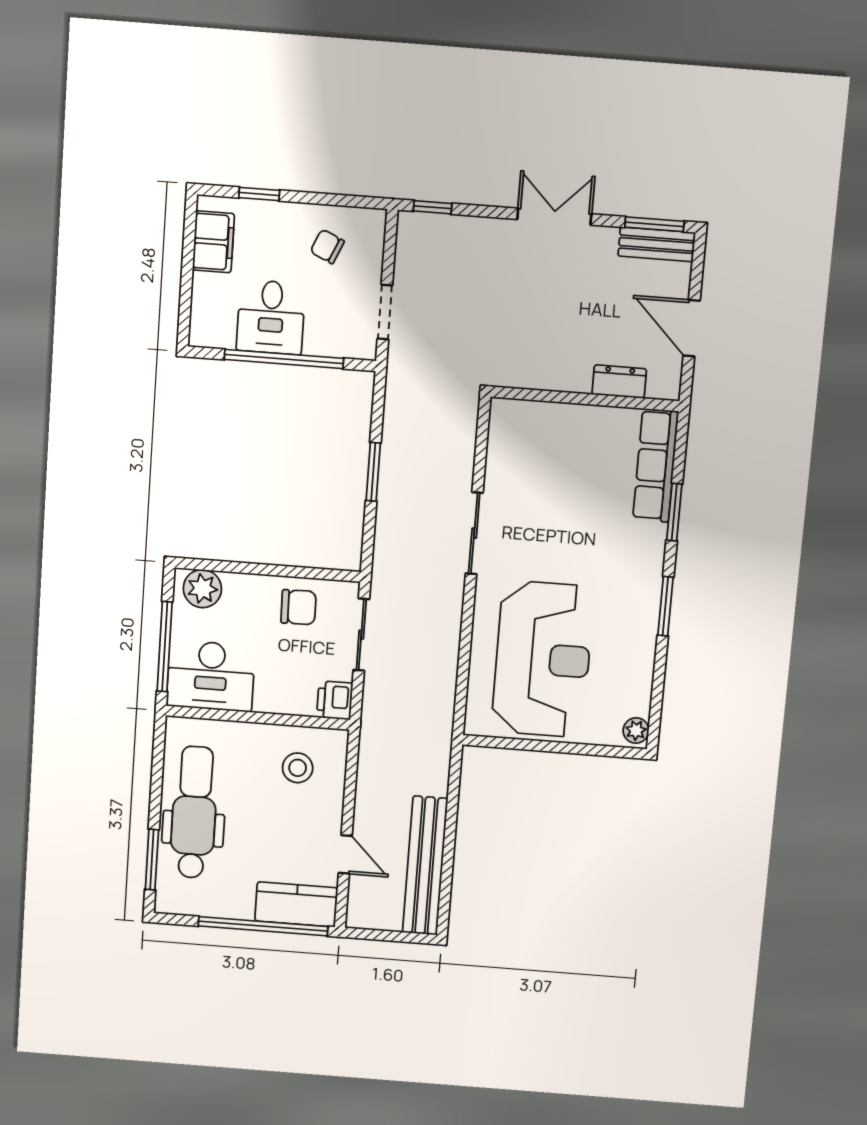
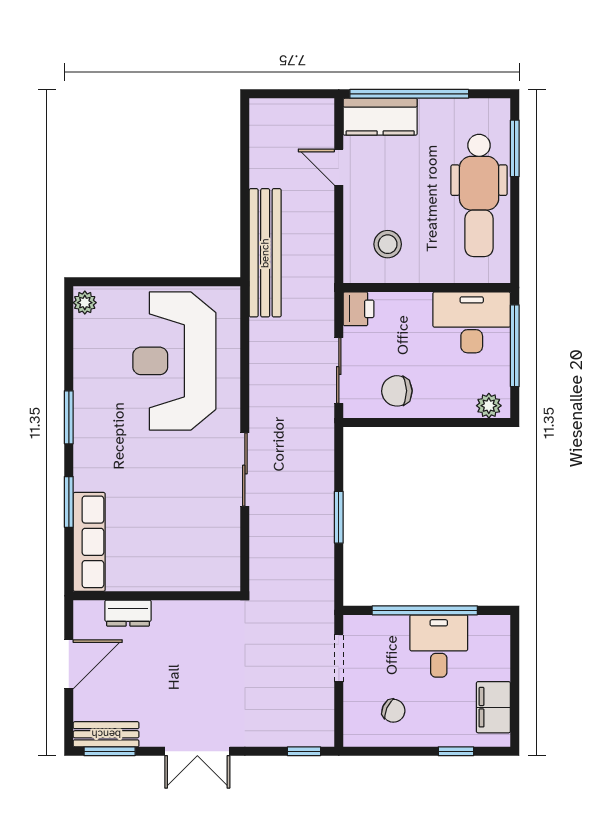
door: (692, 328) -> (69, 664), hinge flipped
plant: (202, 589) -> (489, 406), width x0.73, depth x0.73
bench: (425, 866) -> (265, 253), moved

